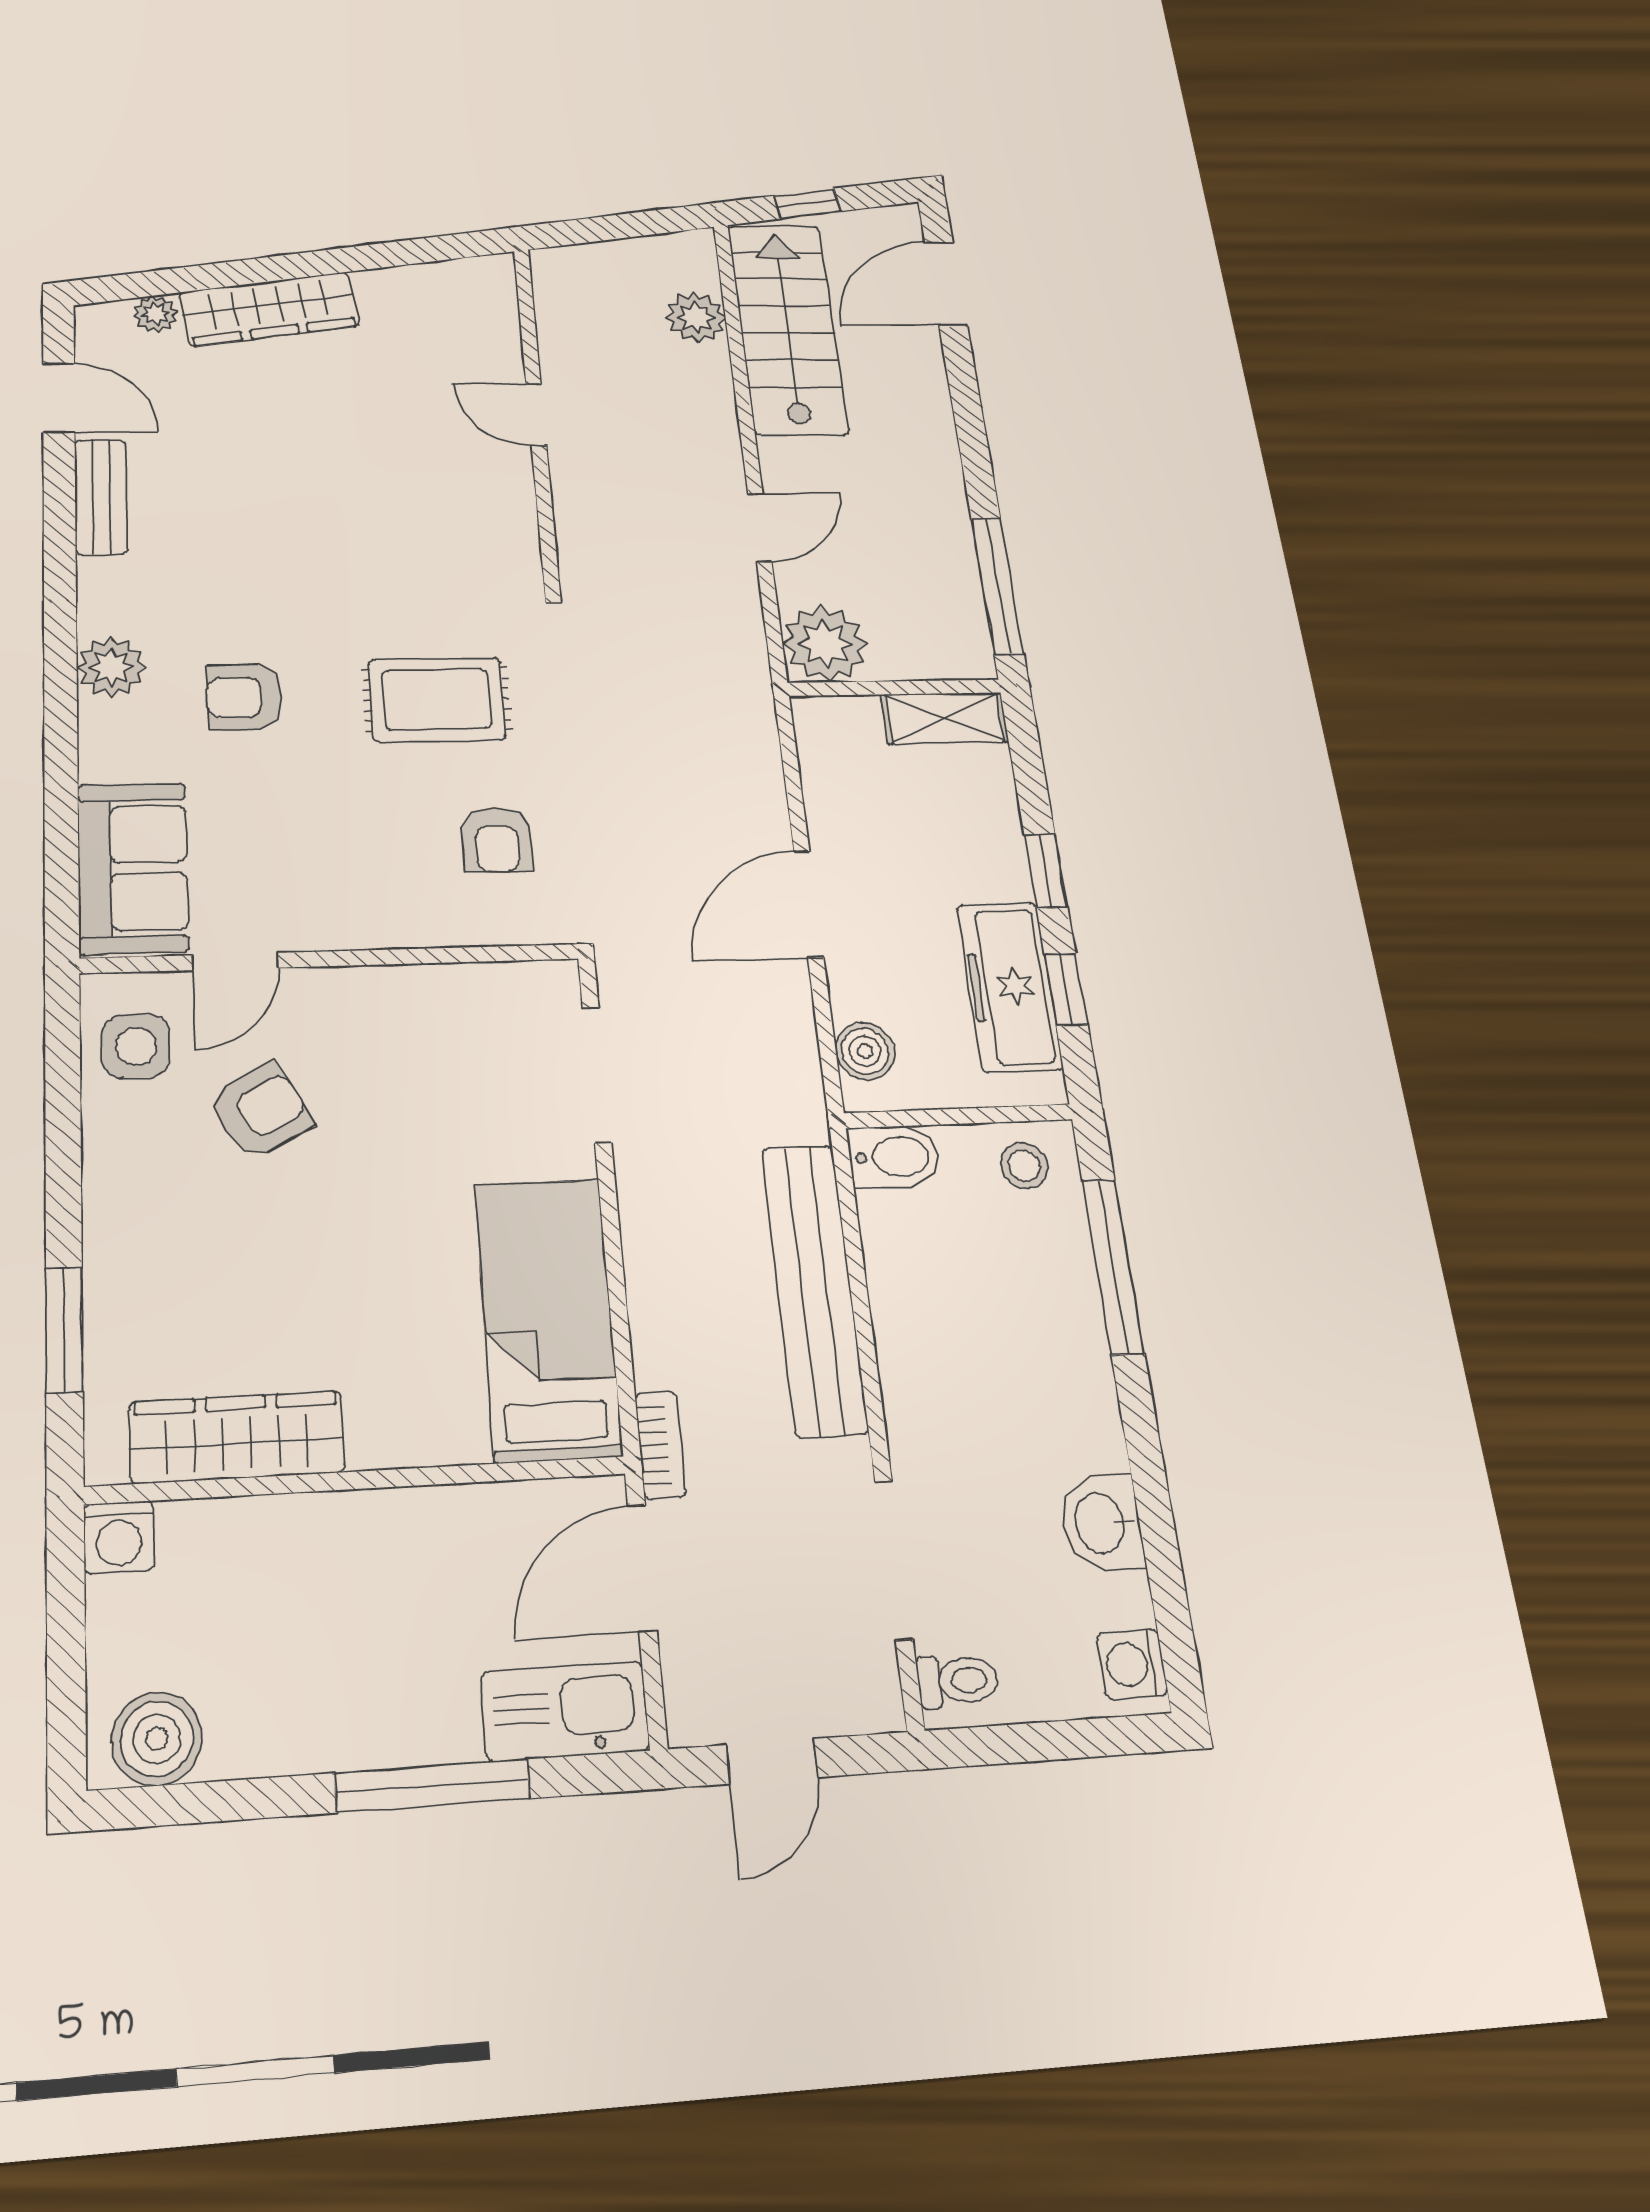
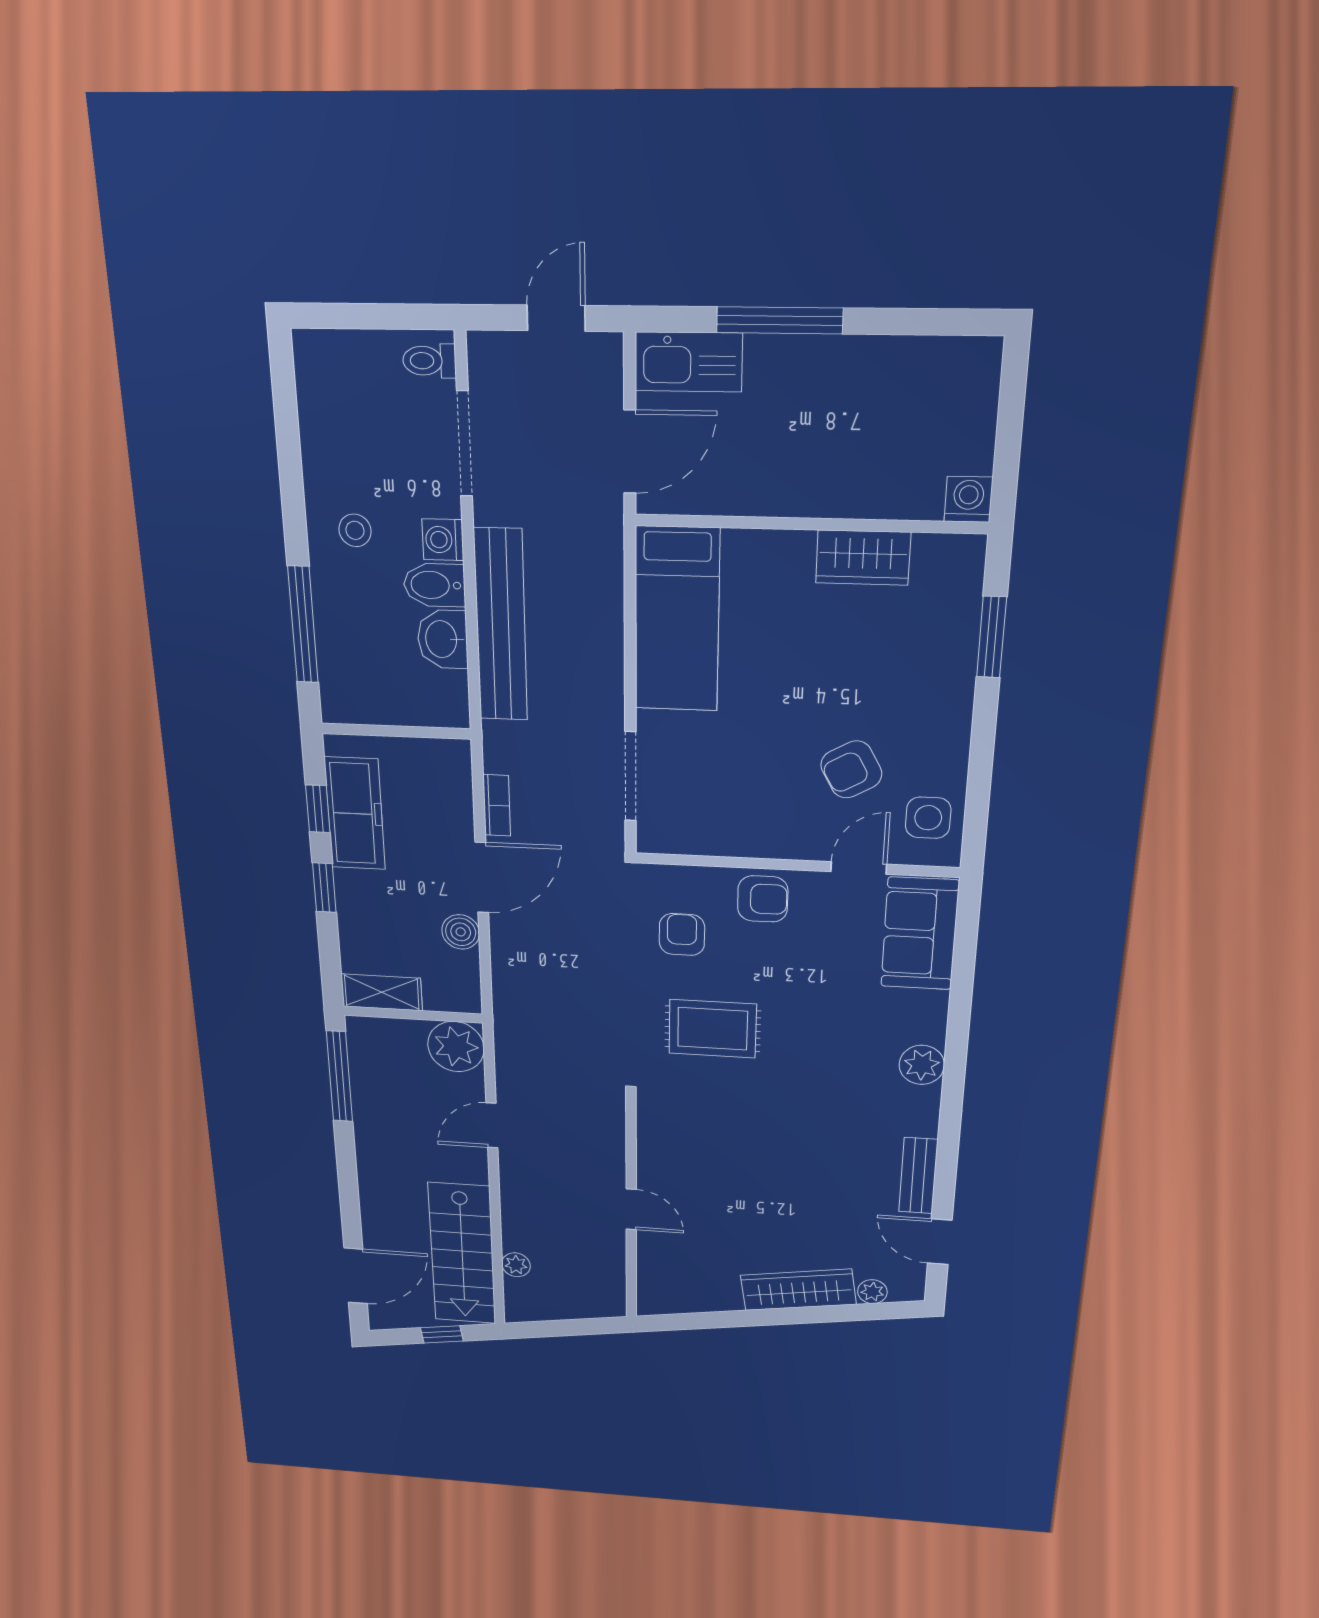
plant: (696, 317) -> (516, 1265), width x0.73, depth x0.73
armchair: (245, 697) -> (763, 899), moved
boiler: (865, 1051) -> (461, 932), moved
bidet: (894, 1157) -> (434, 585), moved
stool: (1024, 1166) -> (355, 530), moved
wardrobe: (237, 1437) -> (863, 558), width x0.67
bookcase: (660, 1445) -> (497, 805), moved, turned 180
washbasin: (1101, 1523) -> (443, 639), moved, turned 180
washing machine: (1132, 1664) -> (443, 540), moved, turned 180
boiler: (157, 1739) -> (956, 366), removed

